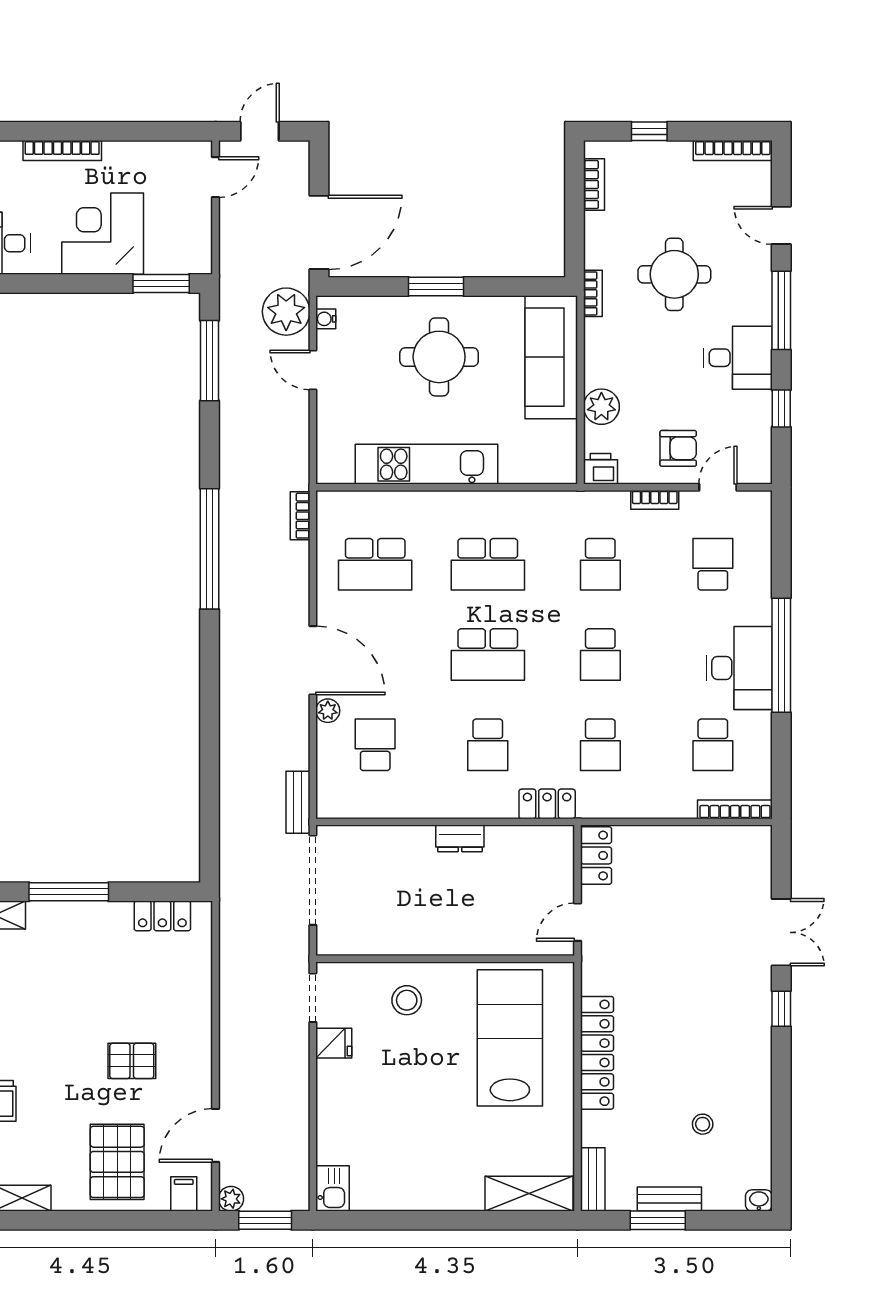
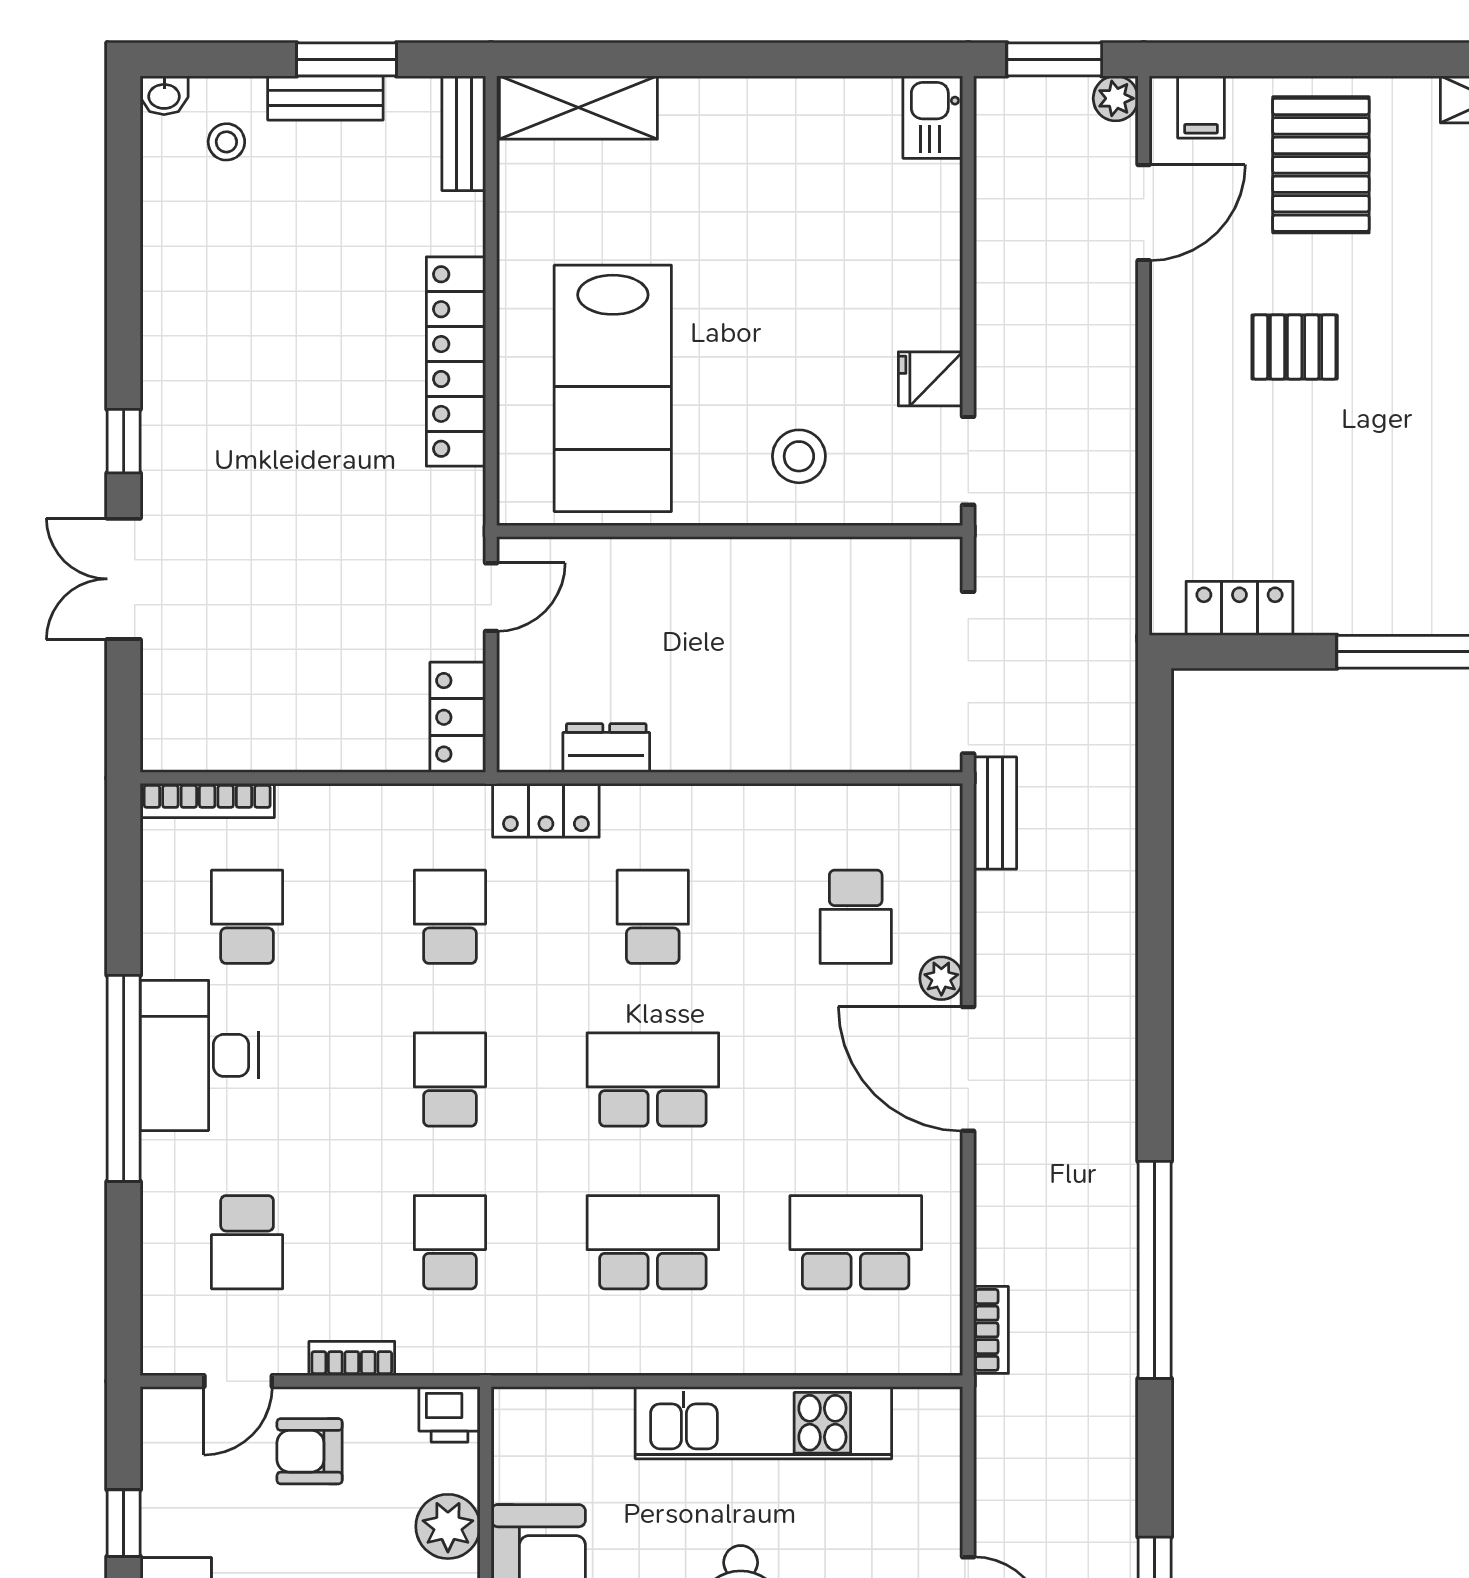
dresser: (460, 838) -> (606, 748), moved
stool: (703, 1124) -> (226, 142), moved

